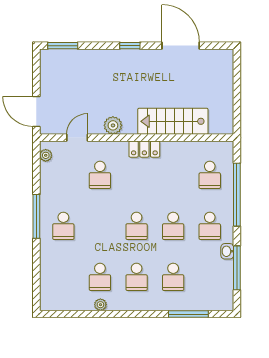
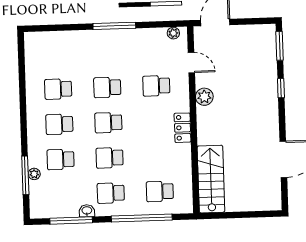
window: (130, 46) -> (281, 88), moved
stairs: (173, 121) -> (211, 179), moved
school desk: (63, 226) -> (107, 87), moved
plant: (100, 305) -> (34, 174), moved

